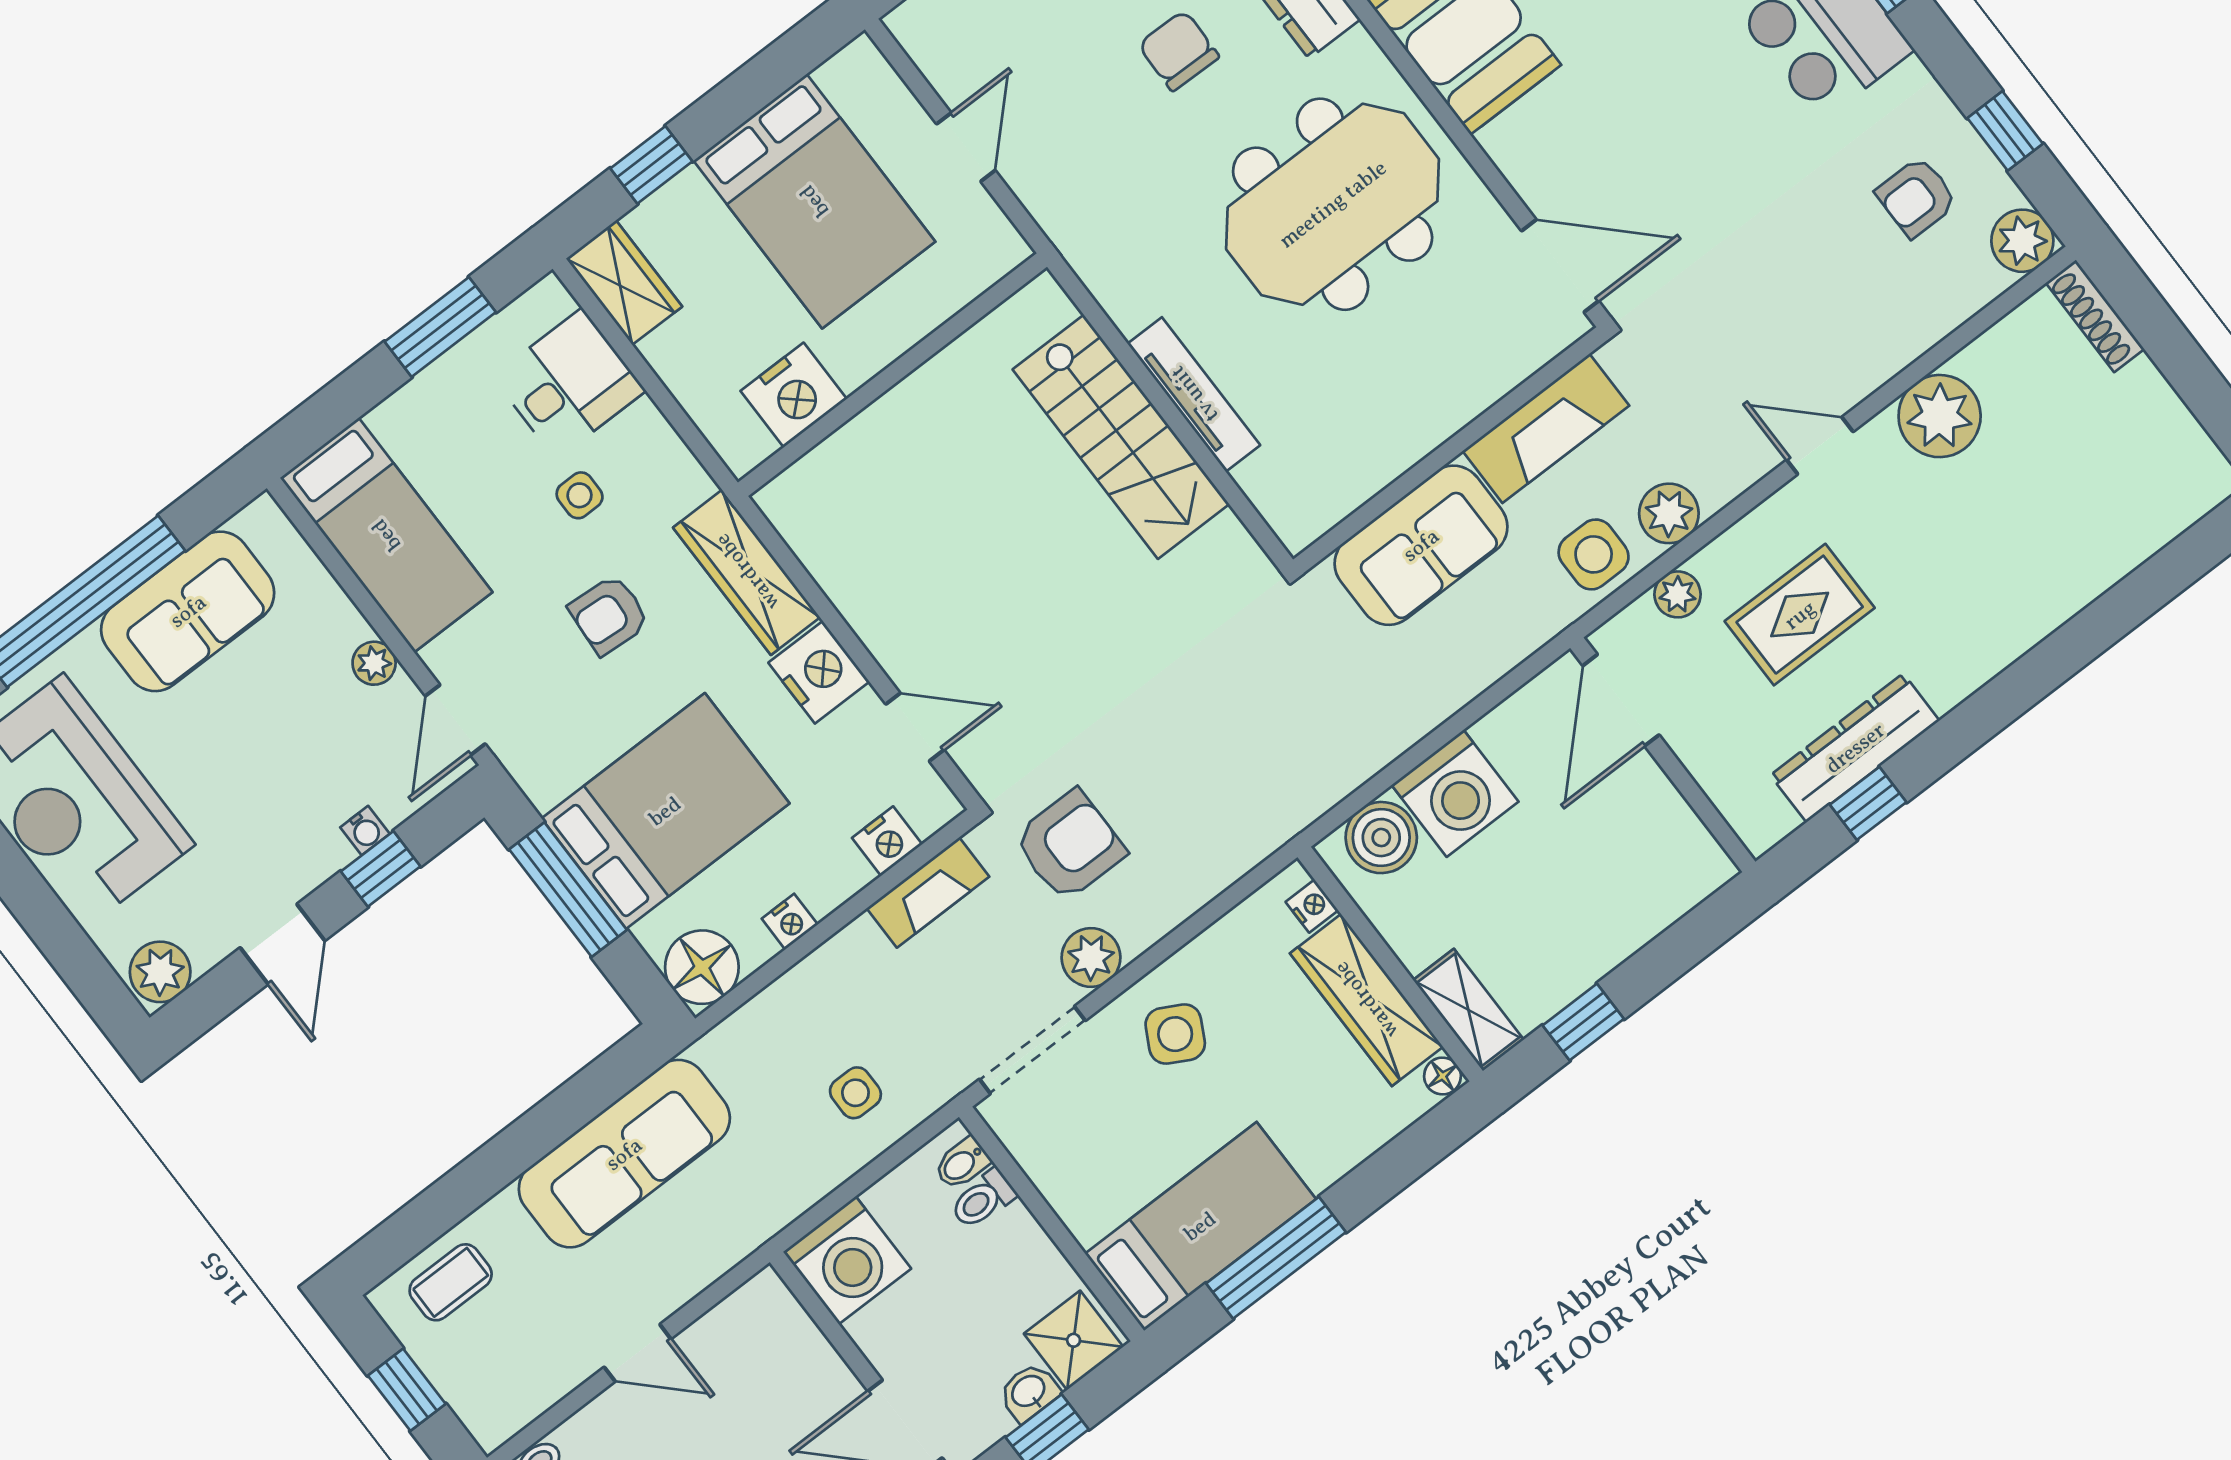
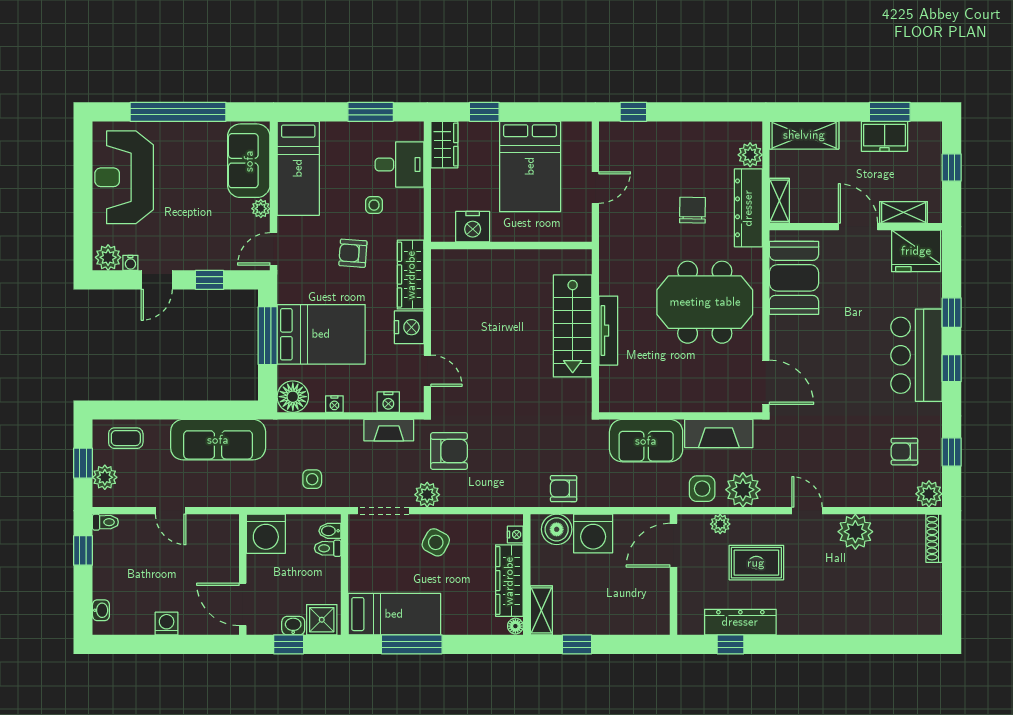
plant: (1669, 513) -> (743, 490), width x1.36, depth x1.36
sofa: (188, 611) -> (249, 161), moved, turned 90
armchair: (1336, 752) -> (564, 489), added
water cooler: (365, 831) -> (130, 263), moved
plant: (467, 1385) -> (105, 477), added

